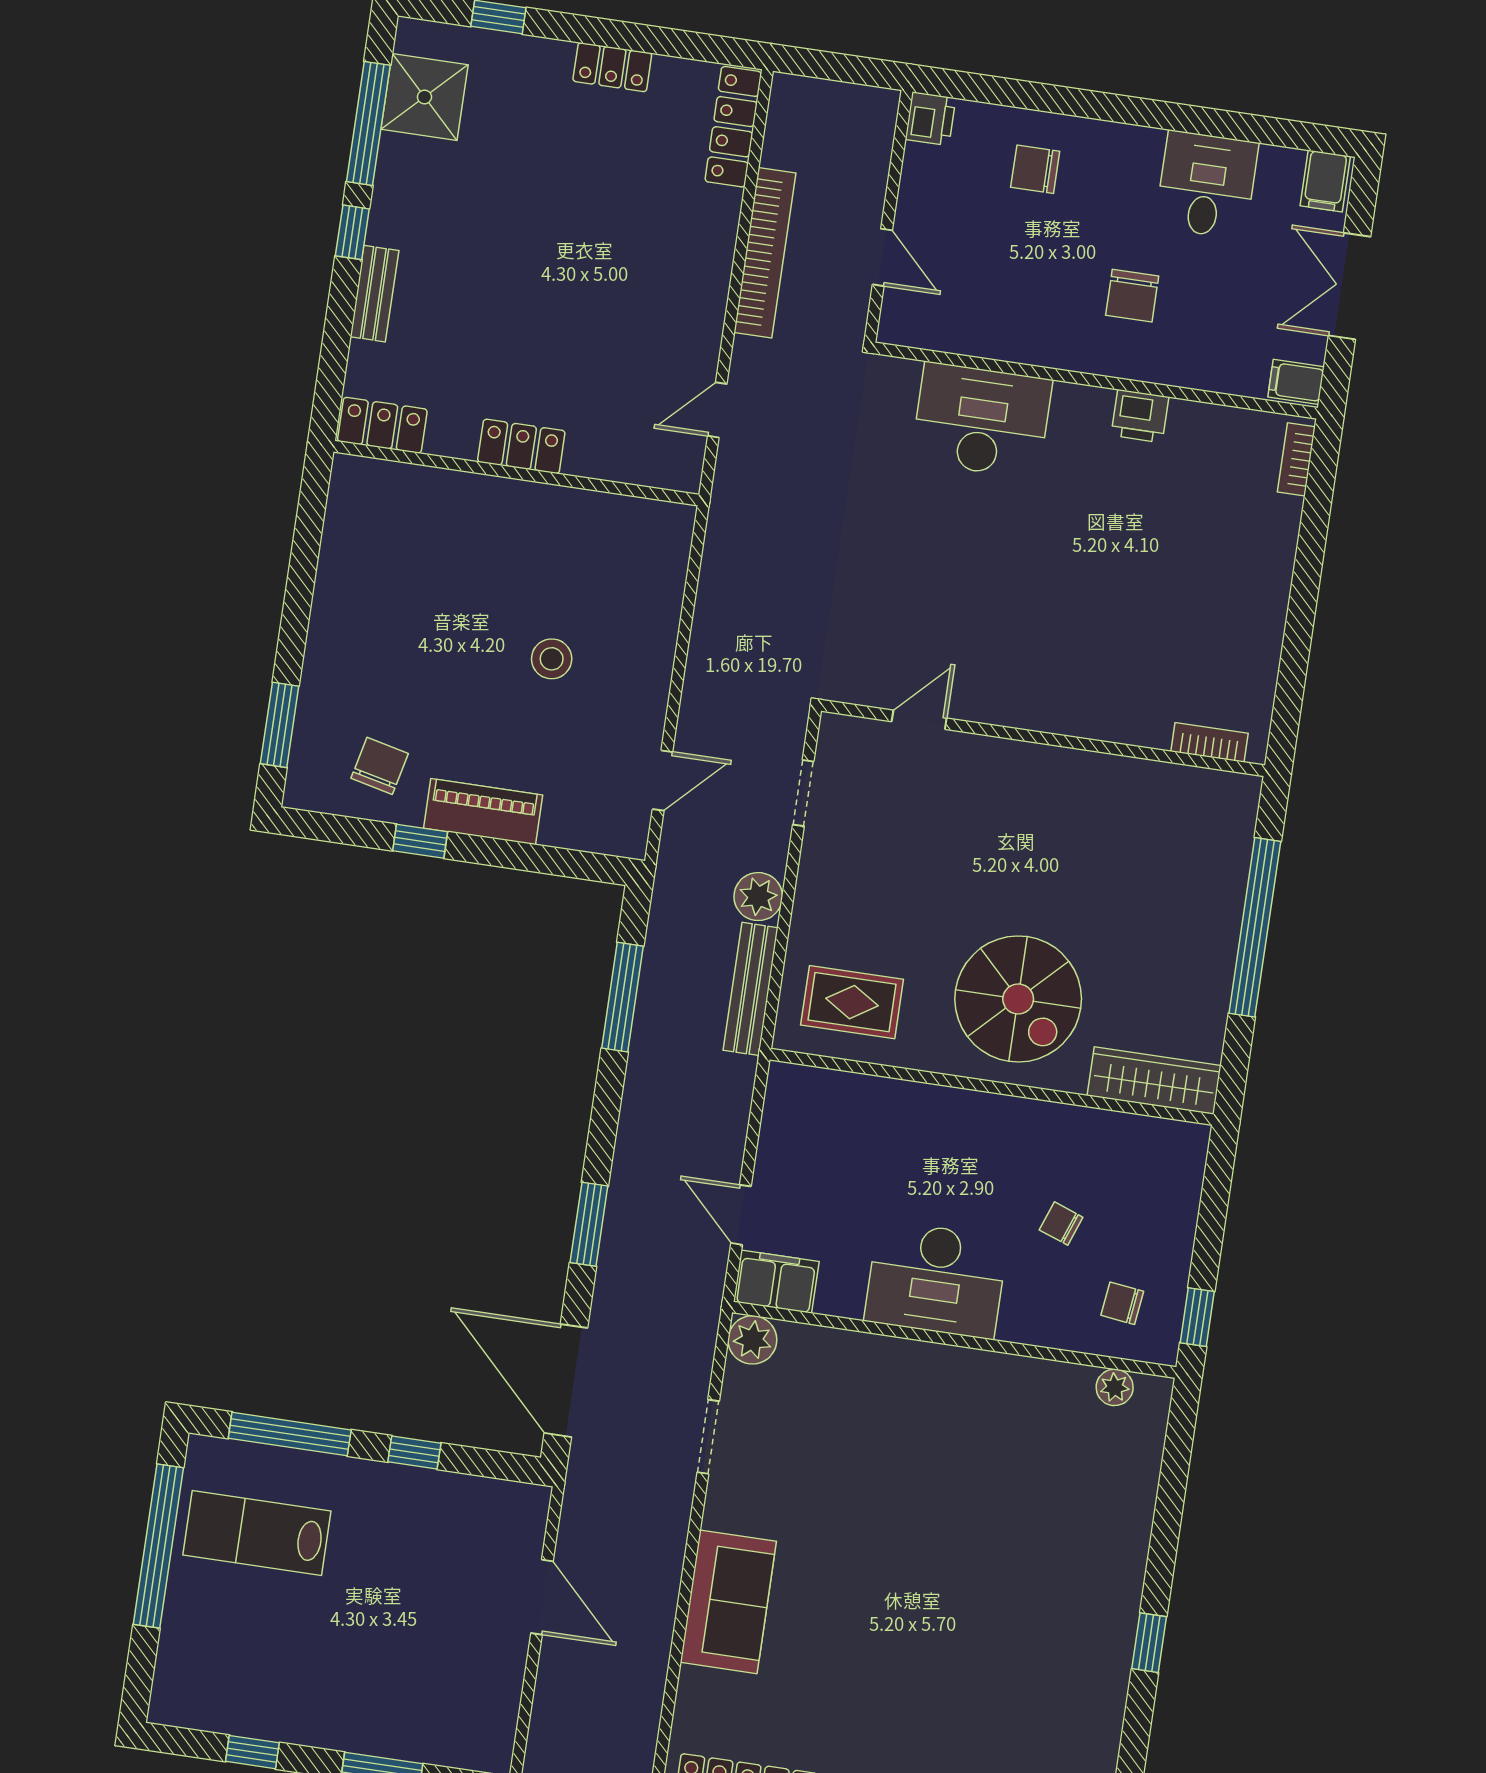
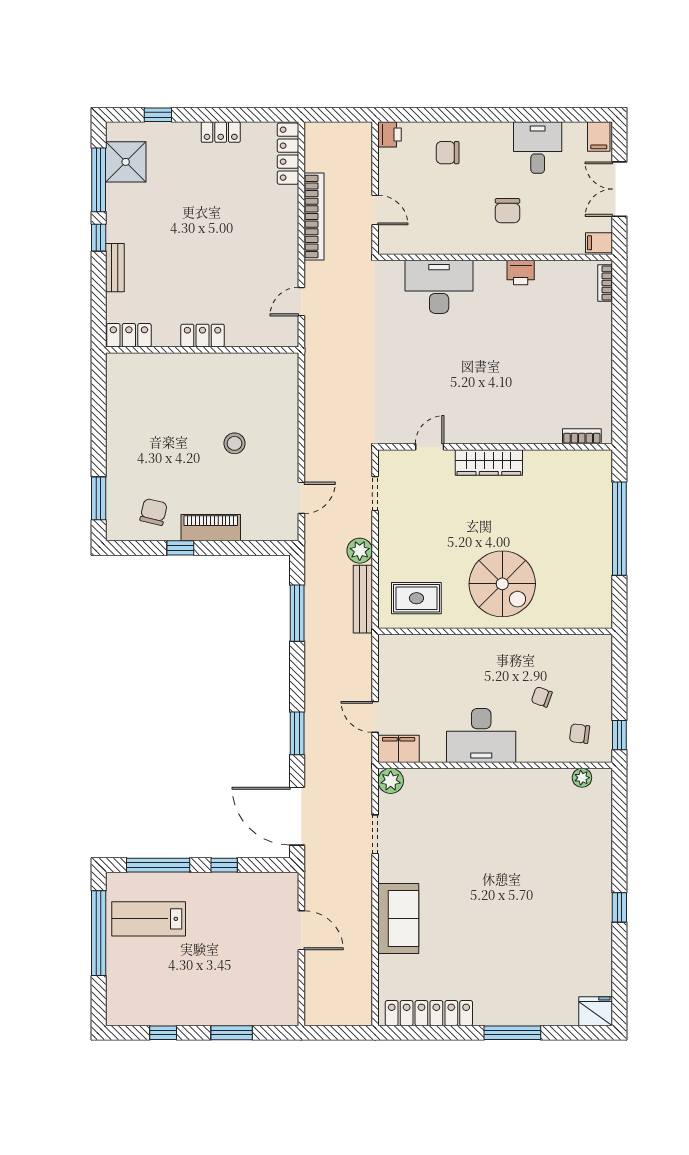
wardrobe: (1154, 1081) -> (489, 462), moved, turned 180

